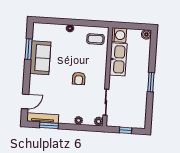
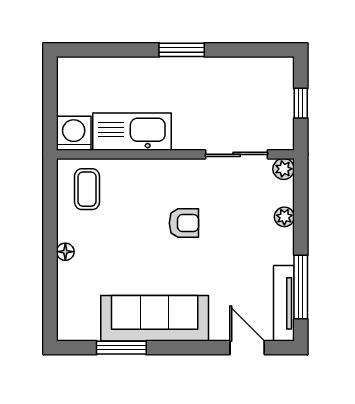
boiler: (146, 34) -> (68, 68), removed
sofa: (40, 58) -> (155, 318), width x1.36
window: (49, 125) -> (301, 287), width x1.44

